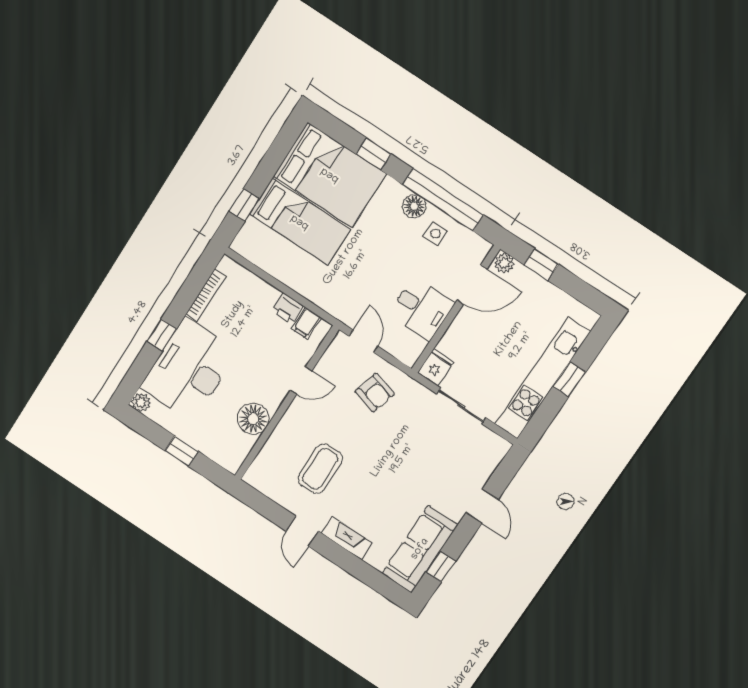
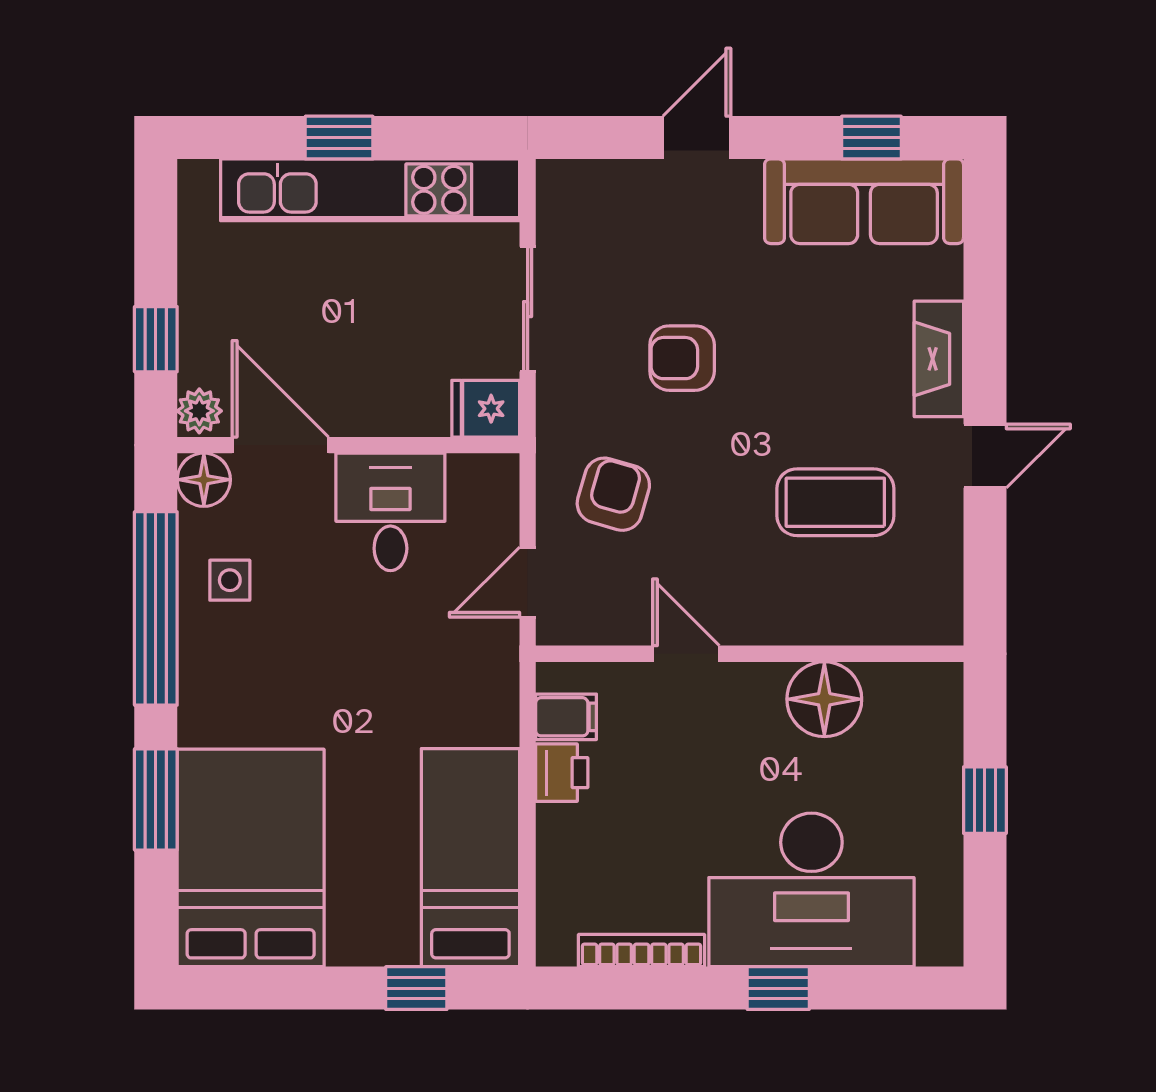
window: (374, 154) -> (156, 799), width x1.50
floor lamp: (414, 206) -> (204, 480), moved
bed: (300, 222) -> (470, 858), moved
plant: (141, 402) -> (941, 944), removed
armchair: (407, 449) -> (682, 358), added

